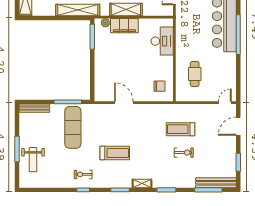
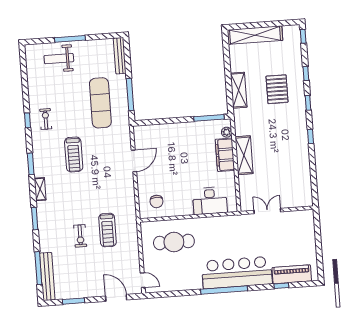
shelving: (78, 10) -> (239, 90), width x0.68
cafe table: (195, 74) -> (174, 242), width x1.37, depth x1.35
exercise mat: (73, 127) -> (100, 103), turned 90
treadmill: (181, 129) -> (107, 230), turned 180

